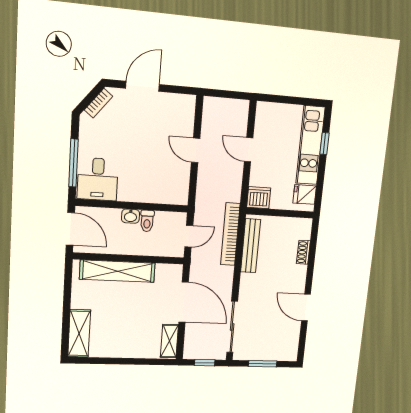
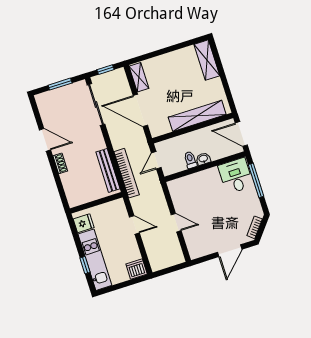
door: (249, 150) -> (134, 225), moved
dishwasher: (259, 198) -> (137, 269), moved, turned 180
shoe rack: (303, 252) -> (60, 163), moved

